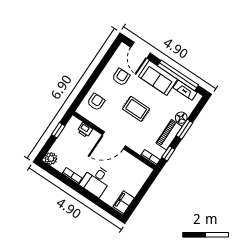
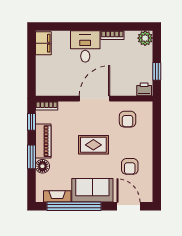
armchair: (96, 102) -> (128, 119), moved
printer: (85, 130) -> (144, 89), moved

